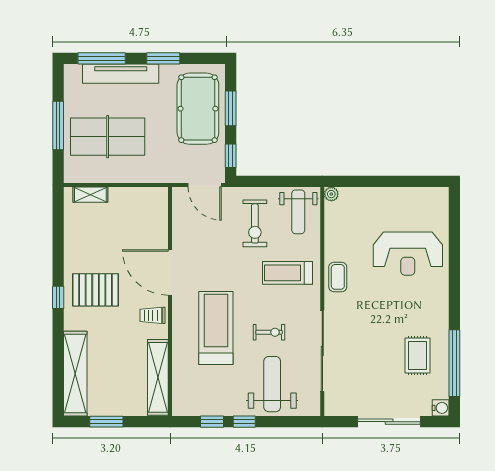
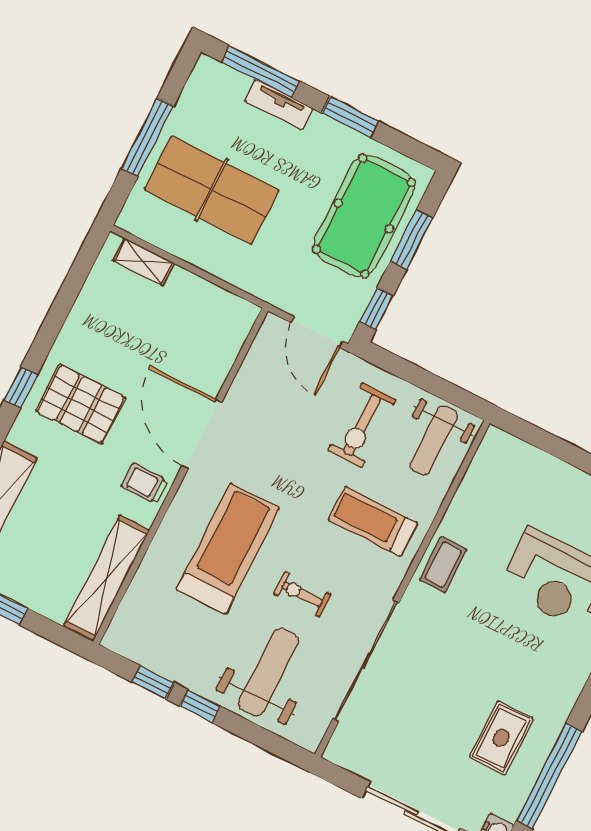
tv unit: (121, 74) -> (279, 105), width x0.52, depth x0.78
plant: (331, 194) -> (495, 439), removed
exercise bike: (269, 332) -> (302, 594), turned 180

